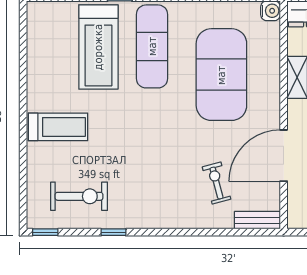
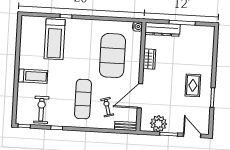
exercise mat: (152, 46) -> (83, 99), moved
exercise bike: (79, 196) -> (41, 110), turned -90

